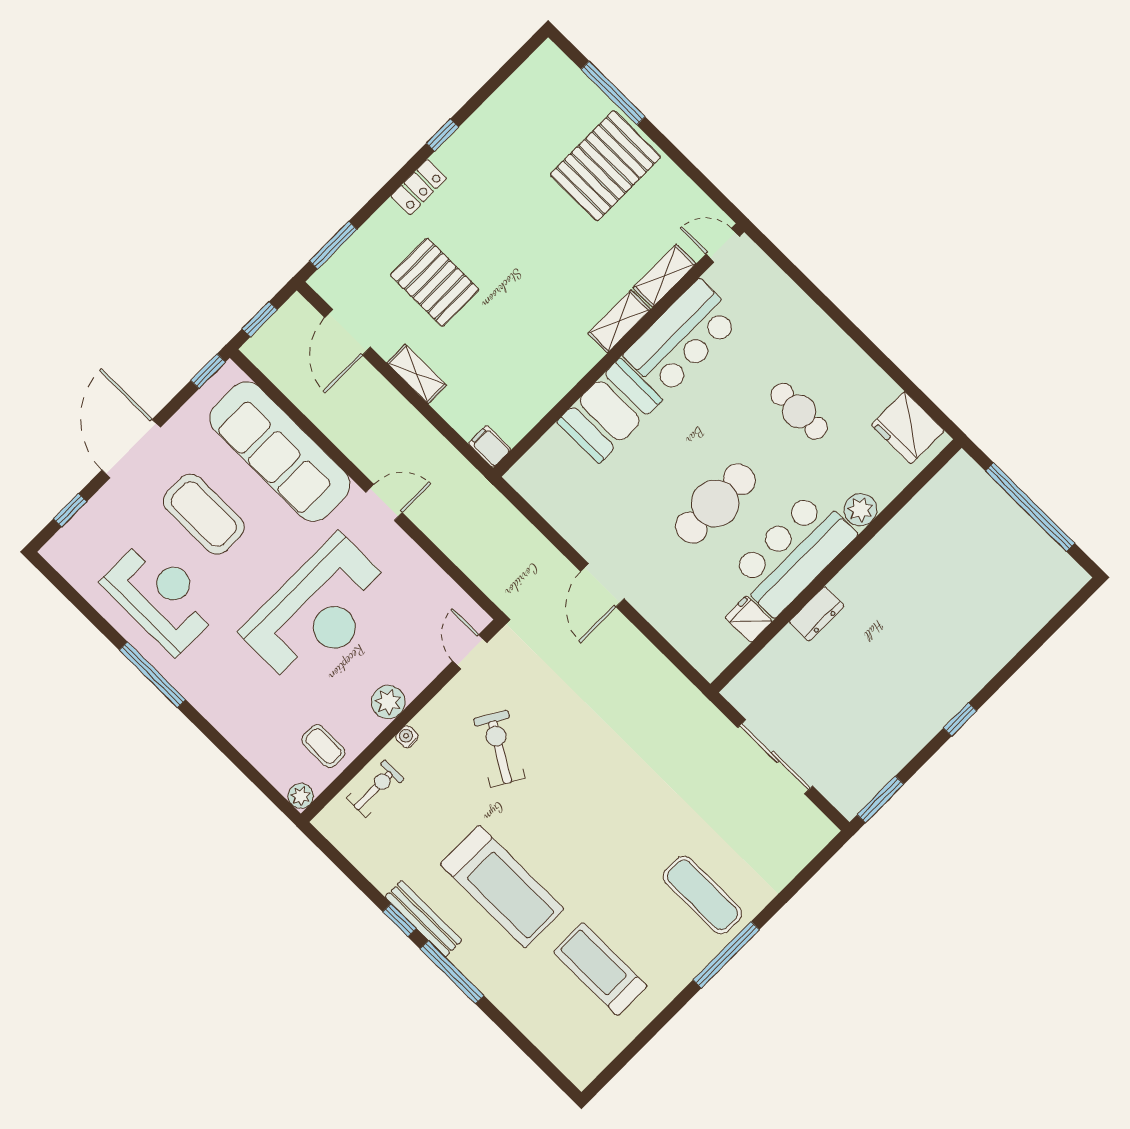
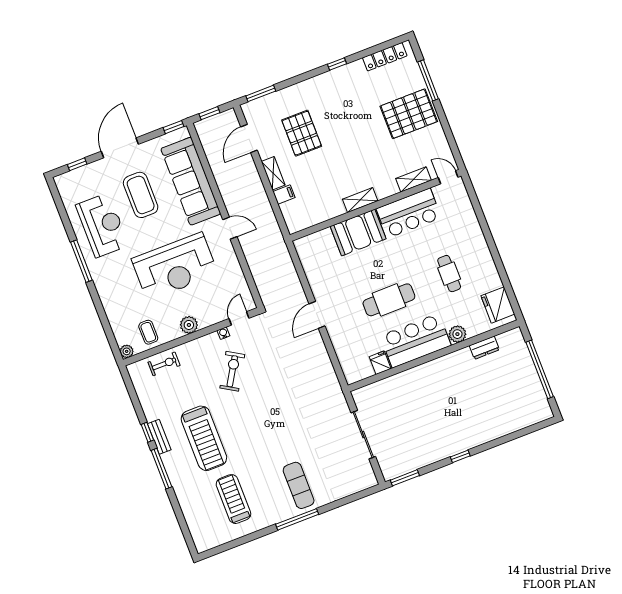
locker: (419, 187) -> (385, 57), moved, width x1.53
shelving: (619, 321) -> (360, 200), moved
filing cabinet: (490, 446) -> (284, 195), moved, turned 90
dresser: (817, 614) -> (484, 348), moved
water cooler: (407, 737) -> (223, 333), moved
bench: (423, 919) -> (159, 437), width x0.73

